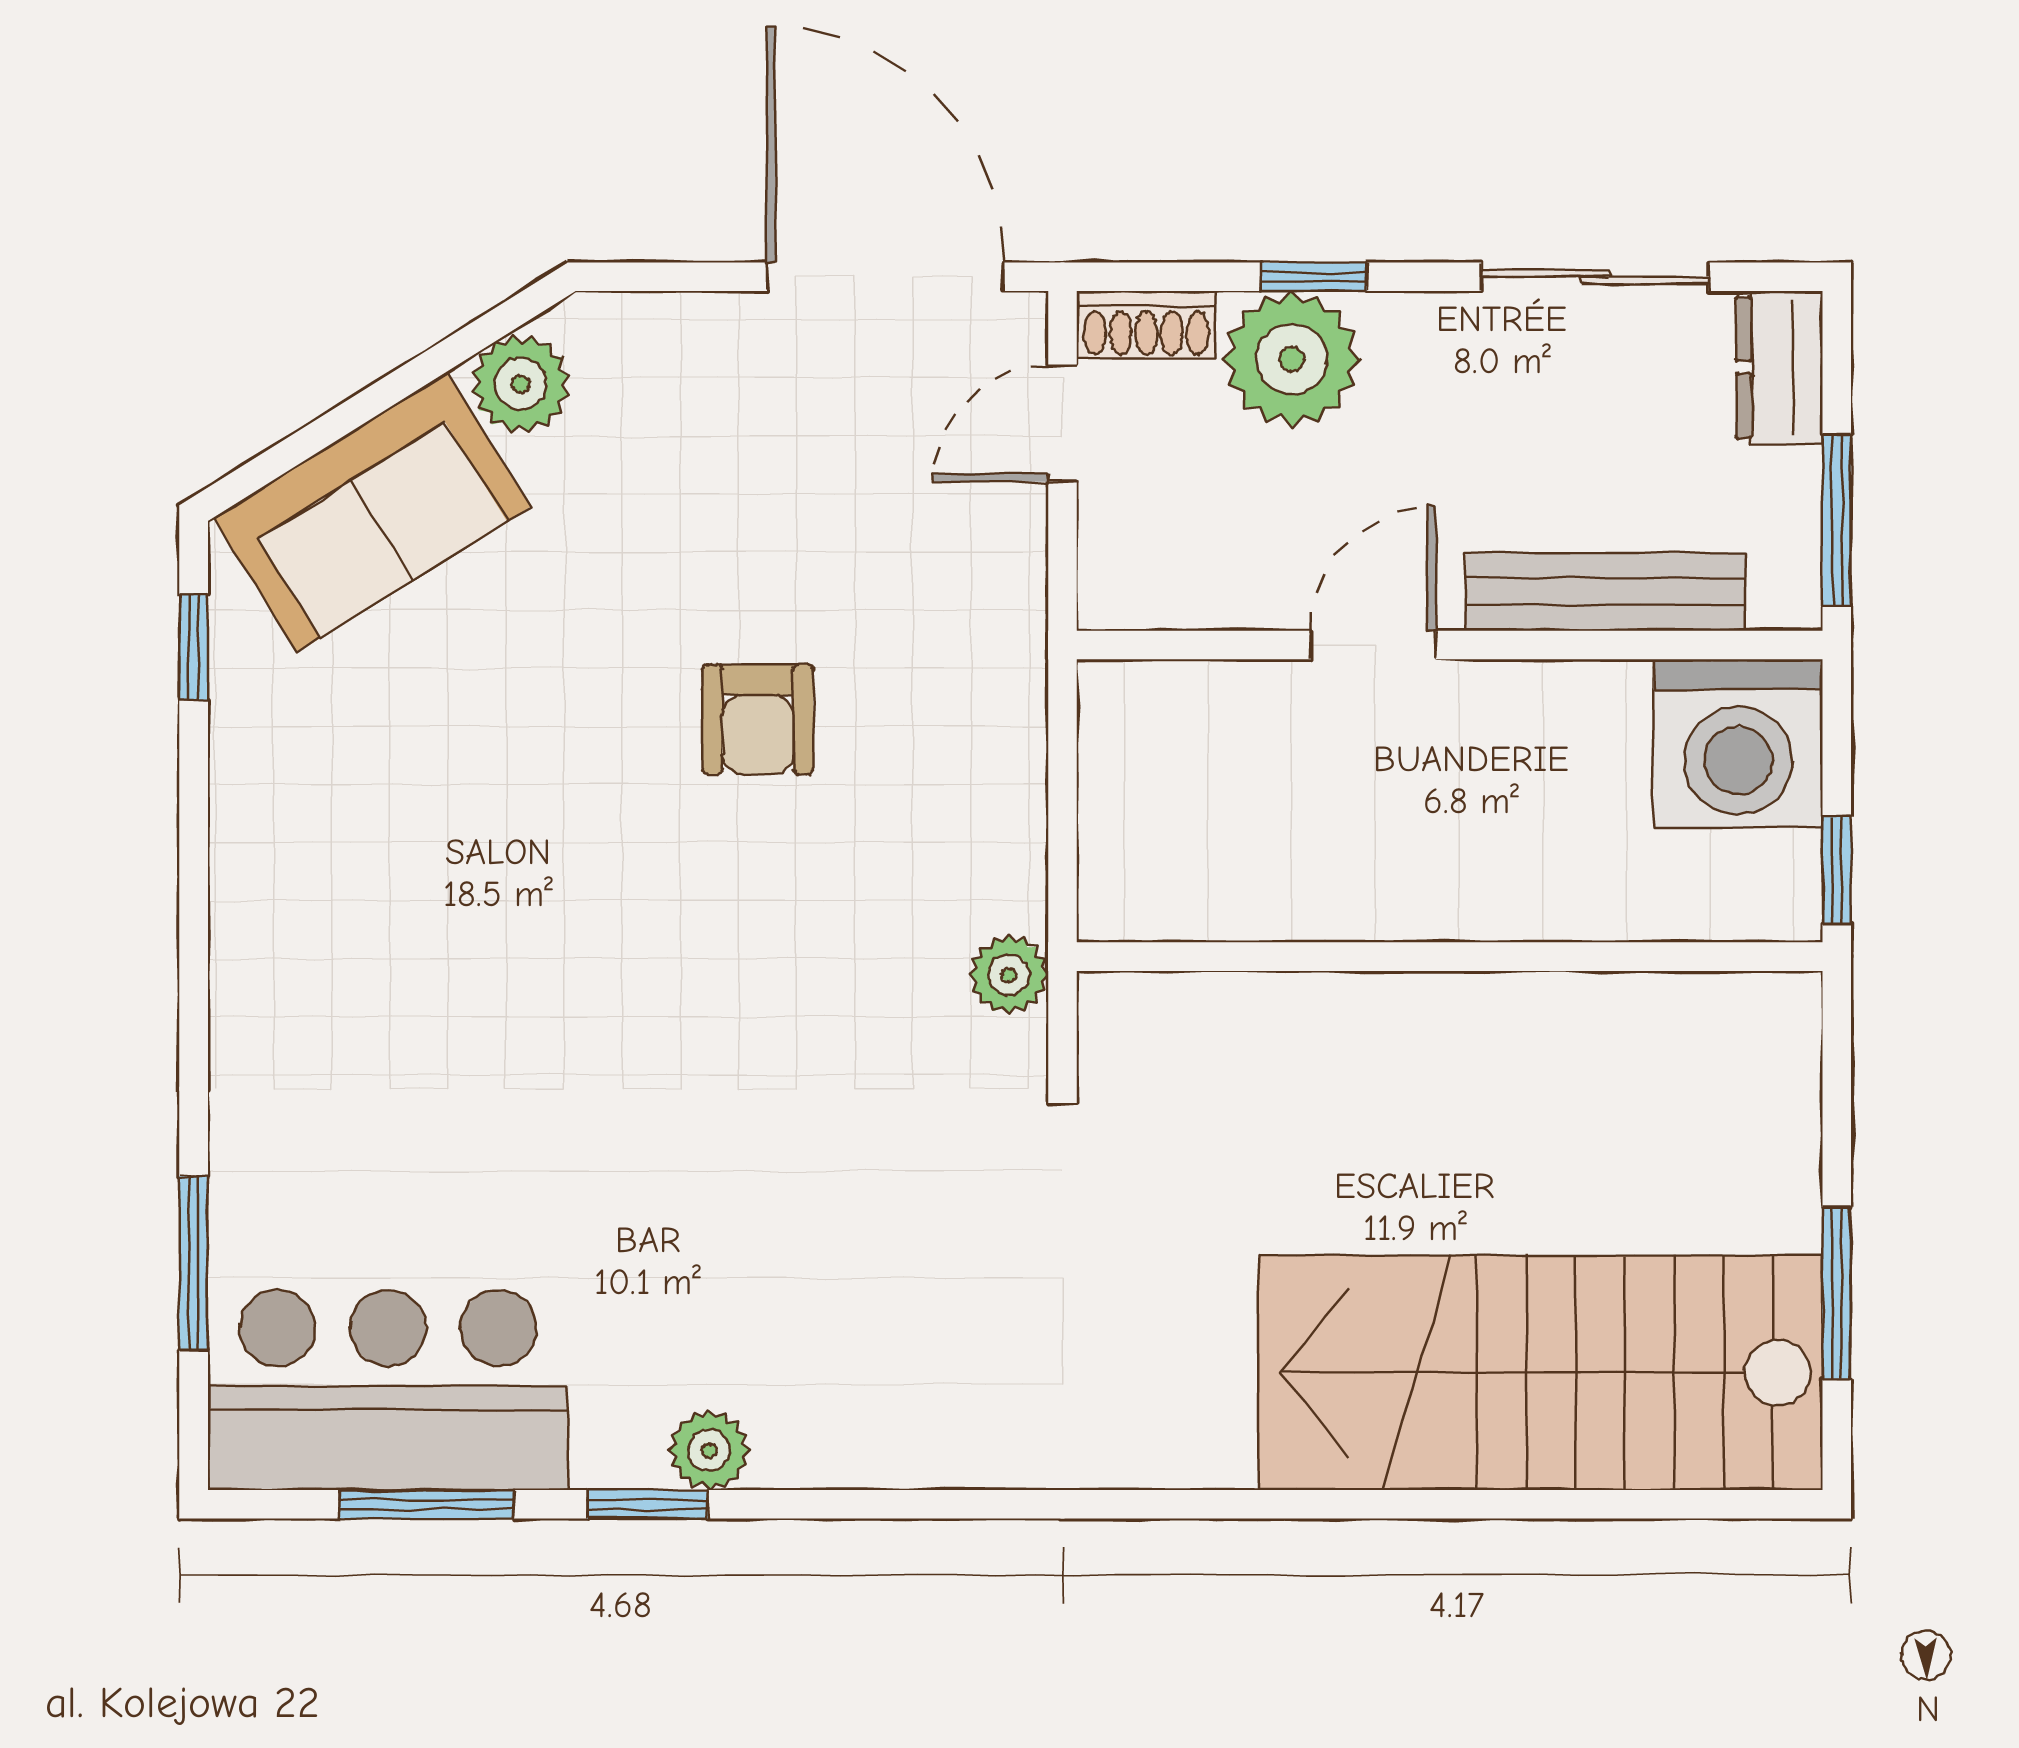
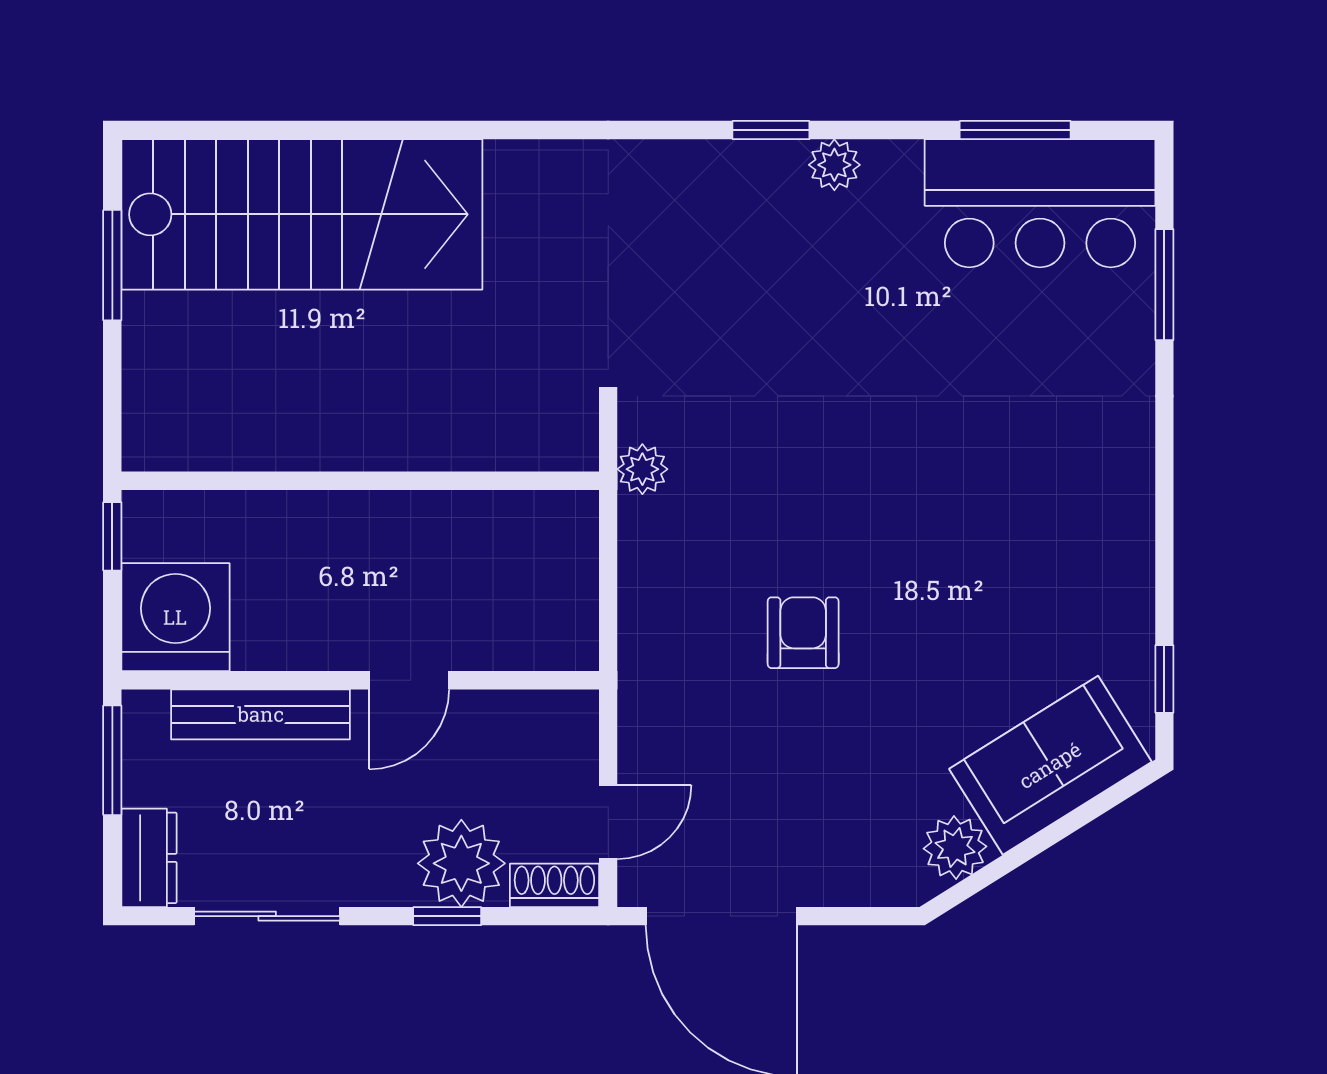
window: (647, 1504) -> (771, 130), moved

